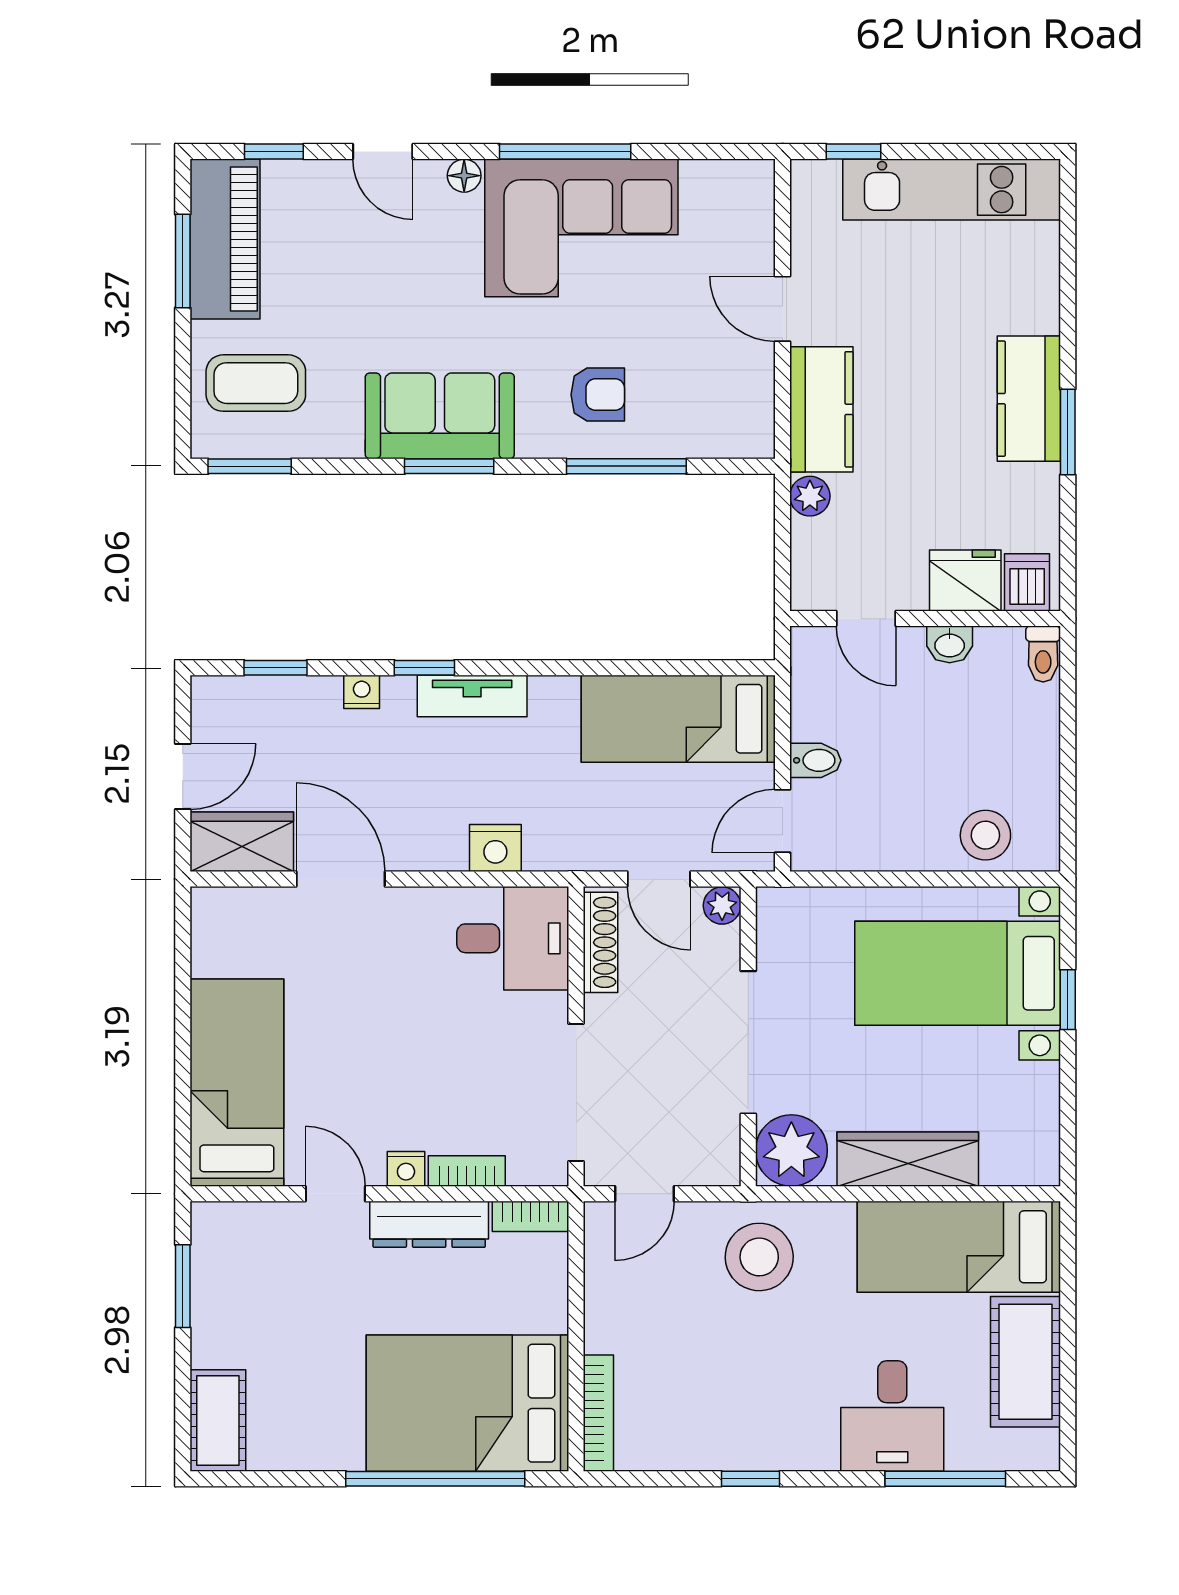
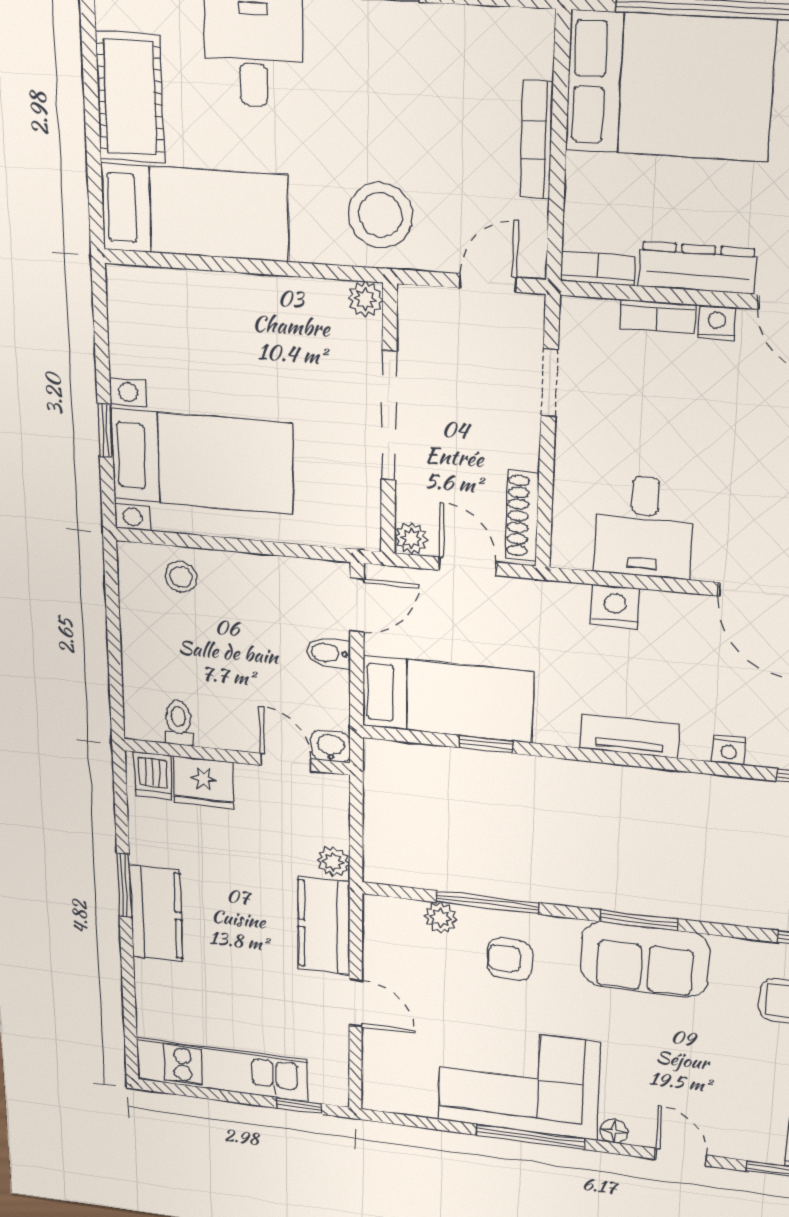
plant: (681, 438) -> (441, 918), added
washbasin: (950, 644) -> (331, 747), moved
toilet: (1043, 654) -> (178, 723), moved
window: (424, 668) -> (486, 744), moved
stool: (985, 835) -> (181, 577), width x0.73, depth x0.73
desk: (513, 938) -> (644, 527), moved, turned -90
doorway: (576, 1092) -> (550, 383), width x0.53
plant: (791, 1150) -> (365, 299), width x0.53, depth x0.53
wardrobe: (908, 1159) -> (243, 298), removed
bookcase: (598, 1413) -> (537, 140), moved

